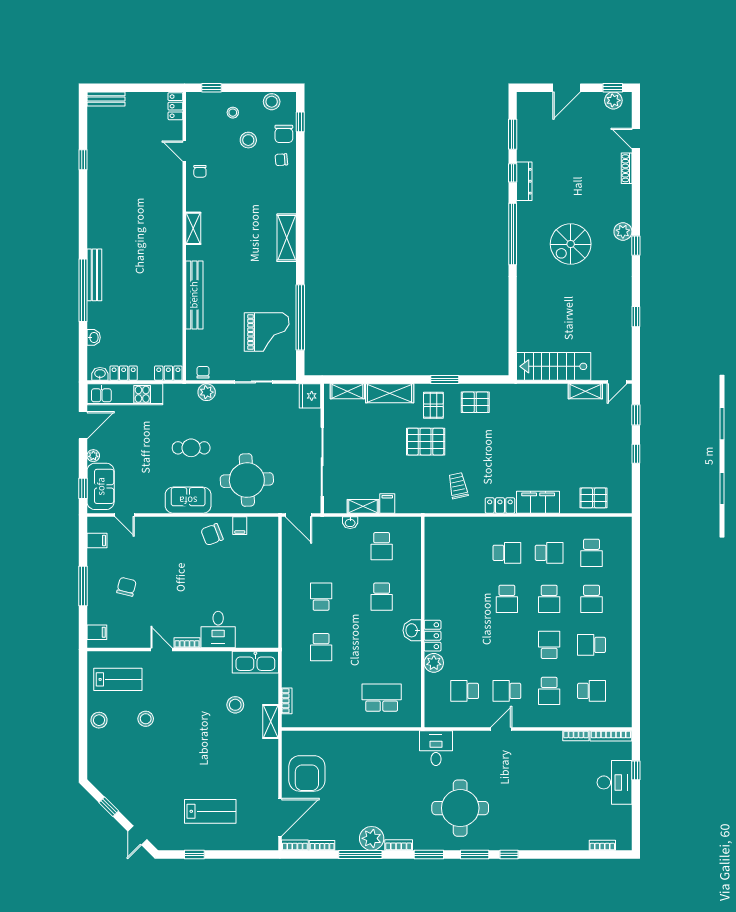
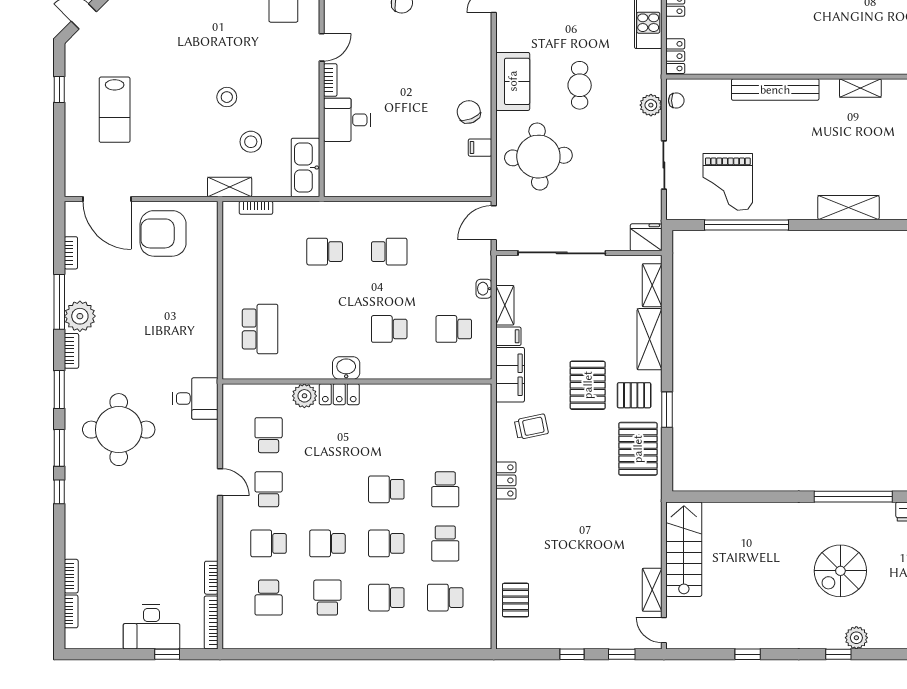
spiral stairs: (571, 244) -> (840, 571), turned -90
pallet: (475, 402) -> (638, 449), width x1.50, depth x1.42
filing cabinet: (538, 502) -> (510, 375), moved
school desk: (549, 645) -> (327, 543), turned 180
stool: (146, 719) -> (227, 97), moved
bookcase: (295, 845) -> (71, 576), moved

